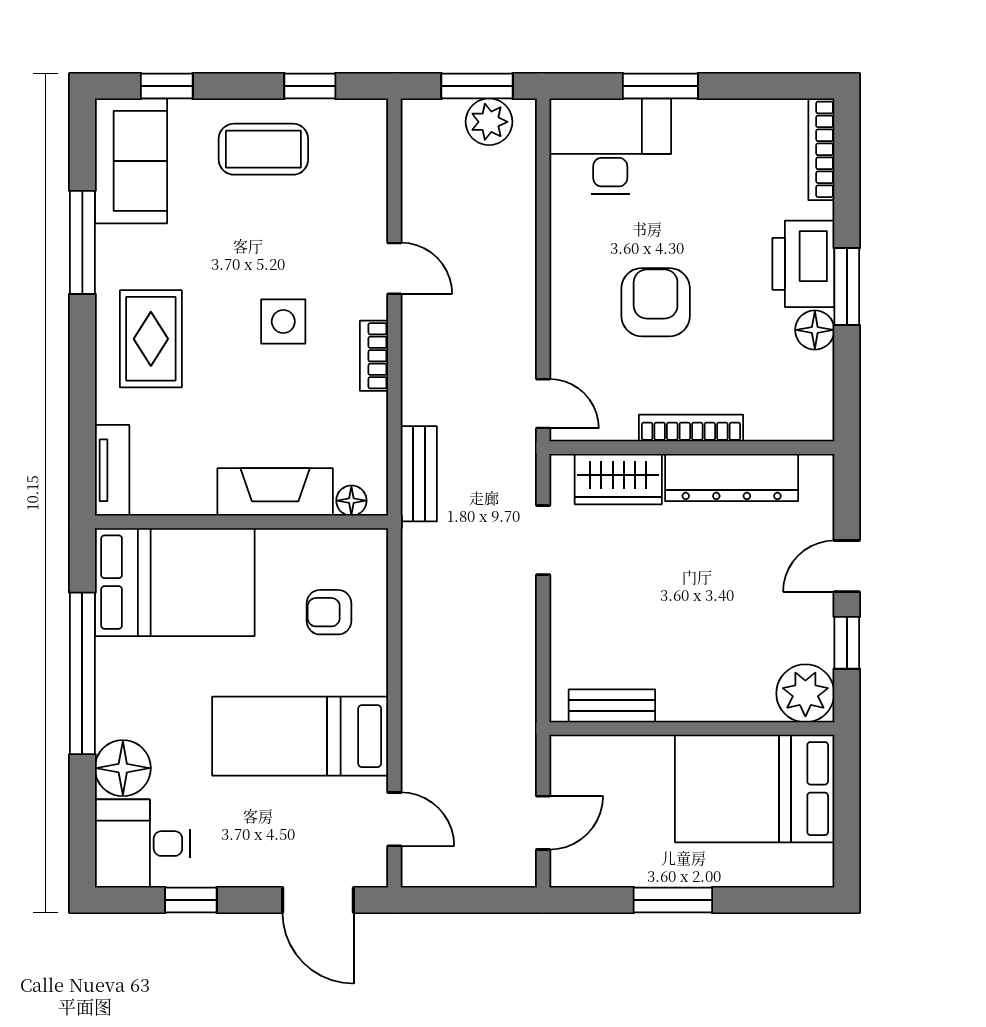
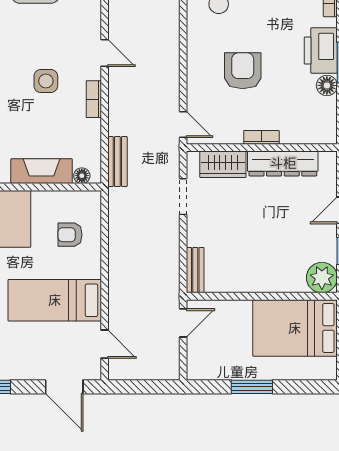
bookcase: (691, 428) -> (261, 137), width x0.64
bench: (612, 706) -> (195, 270), moved, turned 90
door: (543, 823) -> (183, 323), moved

